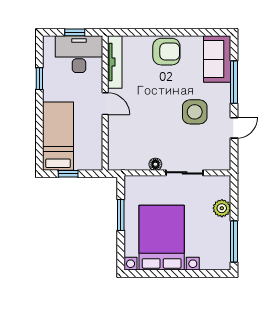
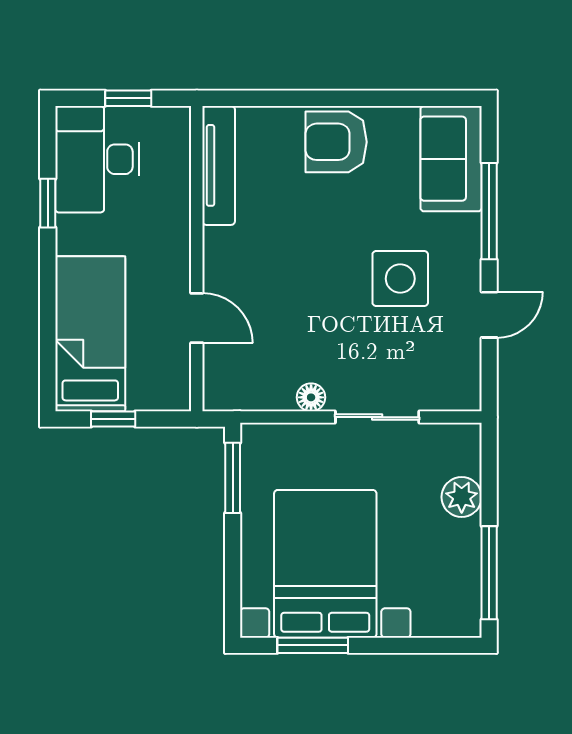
armchair: (166, 52) -> (336, 142), turned 180
desk: (79, 54) -> (97, 159), moved, turned -90
door: (105, 104) -> (197, 318), moved
window: (121, 215) -> (233, 478), moved
window: (156, 274) -> (313, 645), added

